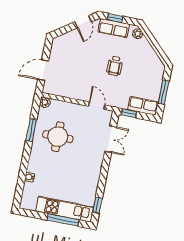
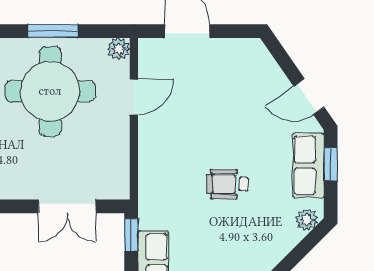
door: (97, 106) -> (134, 97), moved
round table: (58, 137) -> (50, 91), width x1.36, depth x1.36

